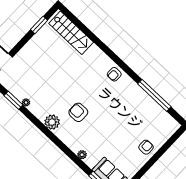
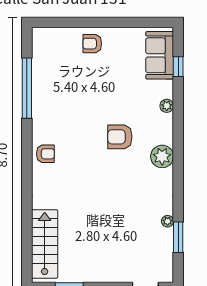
armchair: (78, 112) -> (120, 137), moved, turned 90
plant: (52, 122) -> (162, 156), moved

